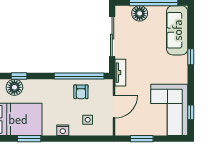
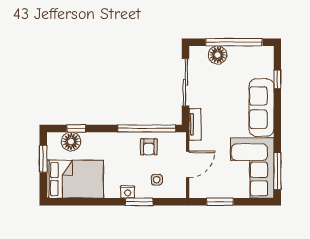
sofa: (177, 30) -> (261, 108), moved
window: (191, 57) -> (277, 79), moved
window: (191, 112) -> (277, 171), width x2.17
window: (29, 139) -> (139, 202), moved

